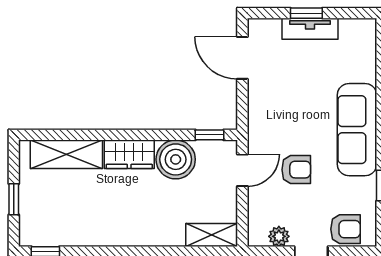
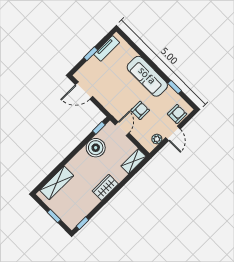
tv unit: (310, 29) -> (107, 48), moved
wardrobe: (129, 154) -> (105, 187), moved, turned 180

